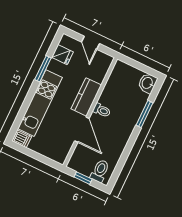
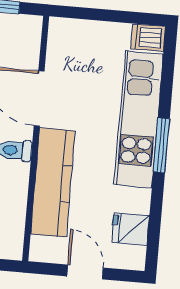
window: (43, 69) -> (161, 145), moved
kitchen counter: (86, 97) -> (53, 182), width x1.50

